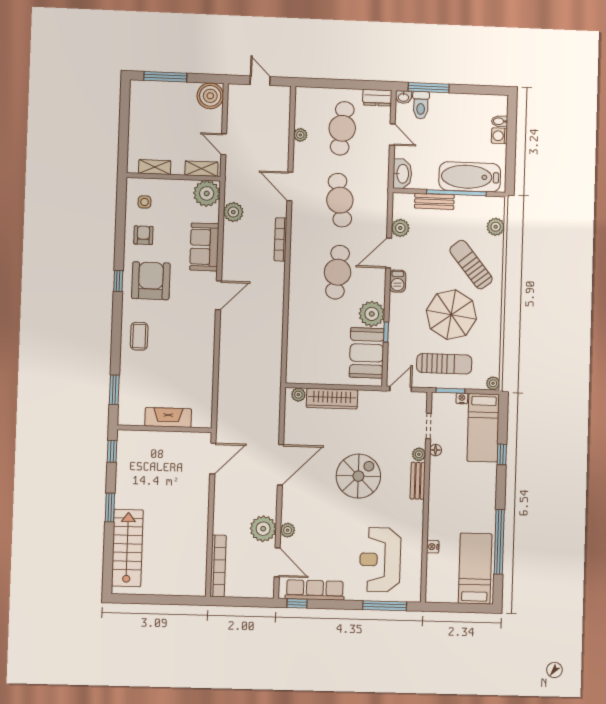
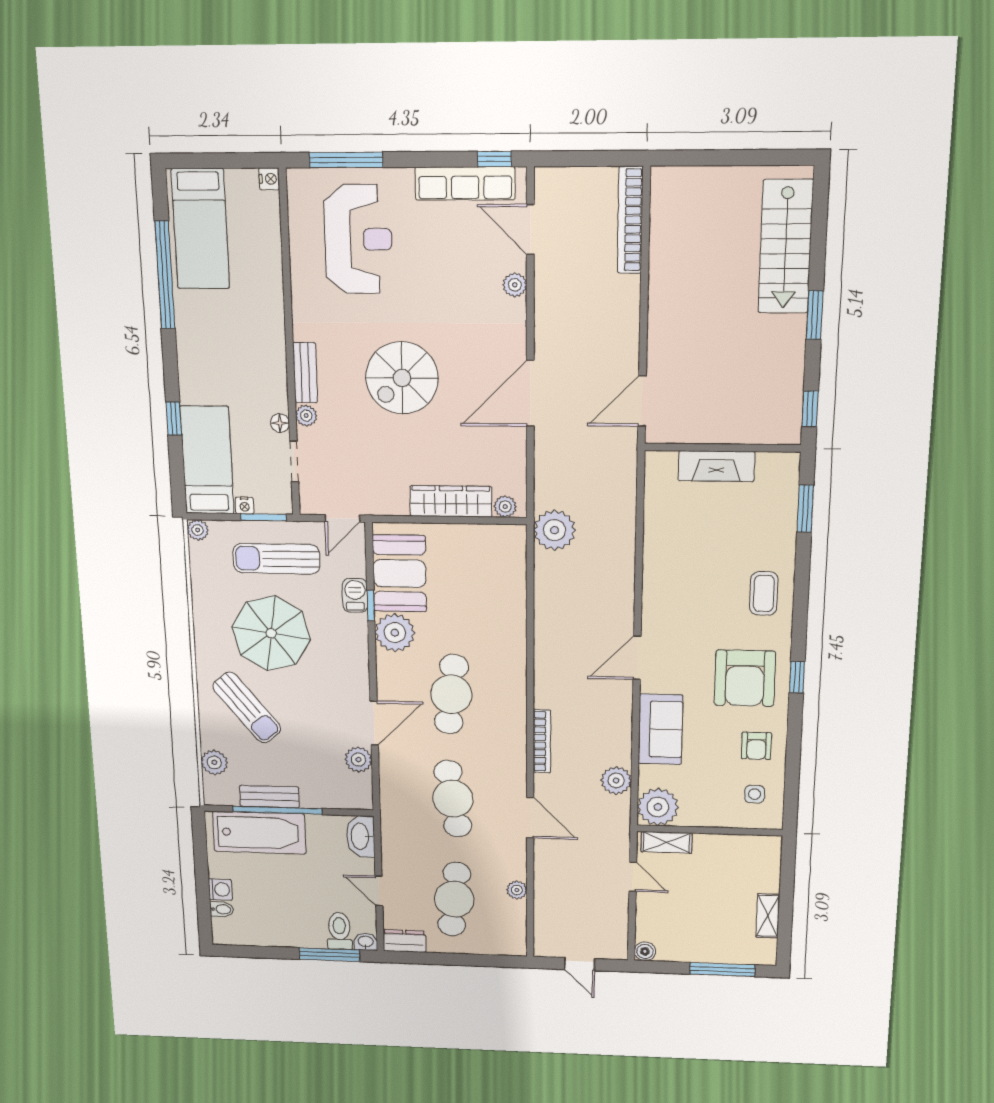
boiler: (210, 96) -> (645, 951), width x0.54, depth x0.54
shelving: (155, 167) -> (768, 916), moved, turned 90
bench: (434, 201) -> (269, 797), moved
barbecue: (398, 281) -> (355, 595), moved
plant: (263, 529) -> (555, 530), moved
nightstand: (433, 547) -> (269, 179), moved

